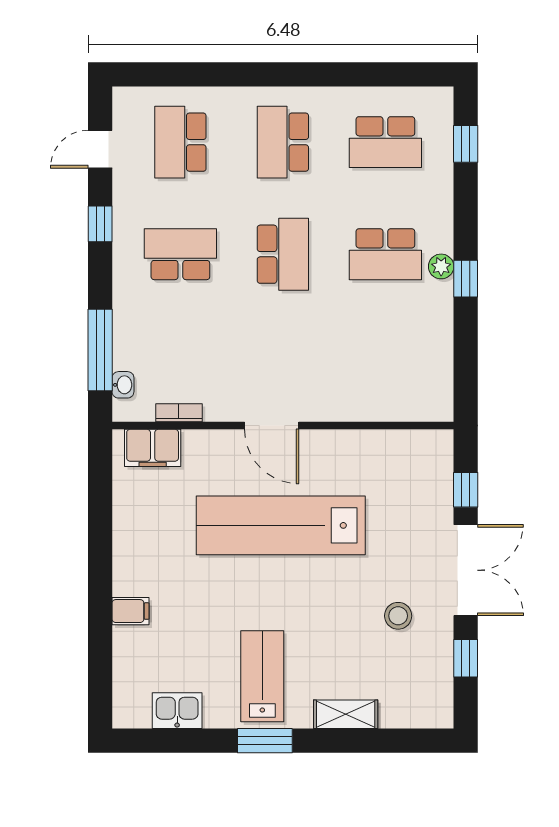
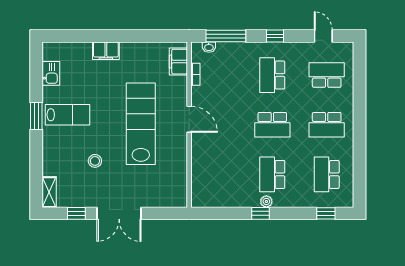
school desk: (283, 142) -> (327, 125), turned 180
window: (100, 224) -> (275, 36), moved
school desk: (180, 254) -> (272, 75), turned 180
door: (272, 426) -> (189, 119), swing flipped
window: (466, 490) -> (158, 213), removed
filing cabinet: (130, 611) -> (106, 51), width x2.00
stool: (398, 616) -> (95, 161), moved
shelving: (346, 714) -> (49, 192), moved

